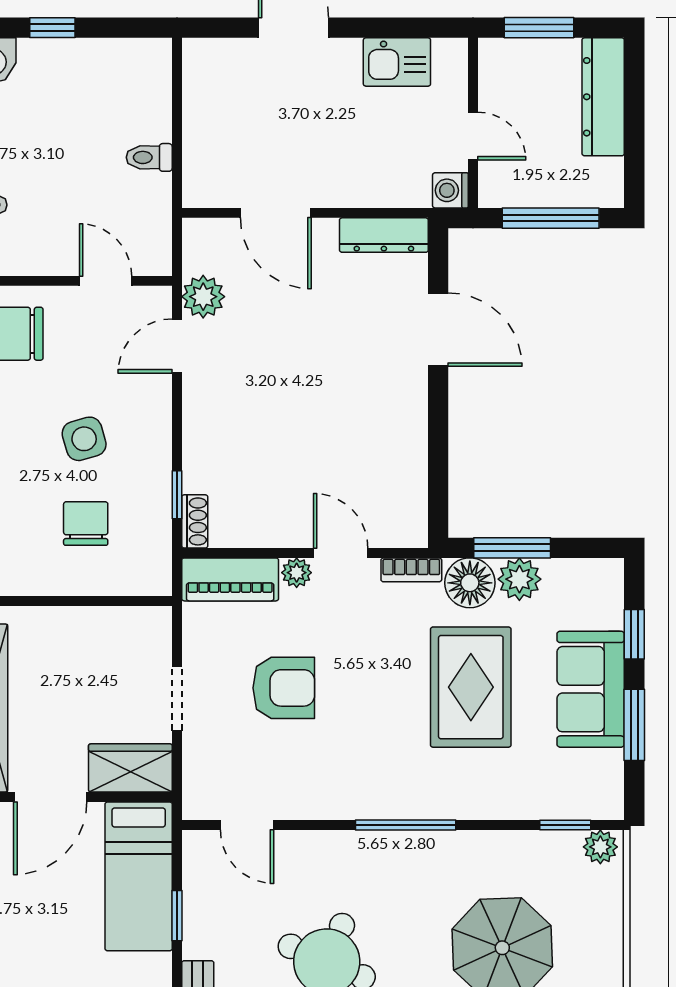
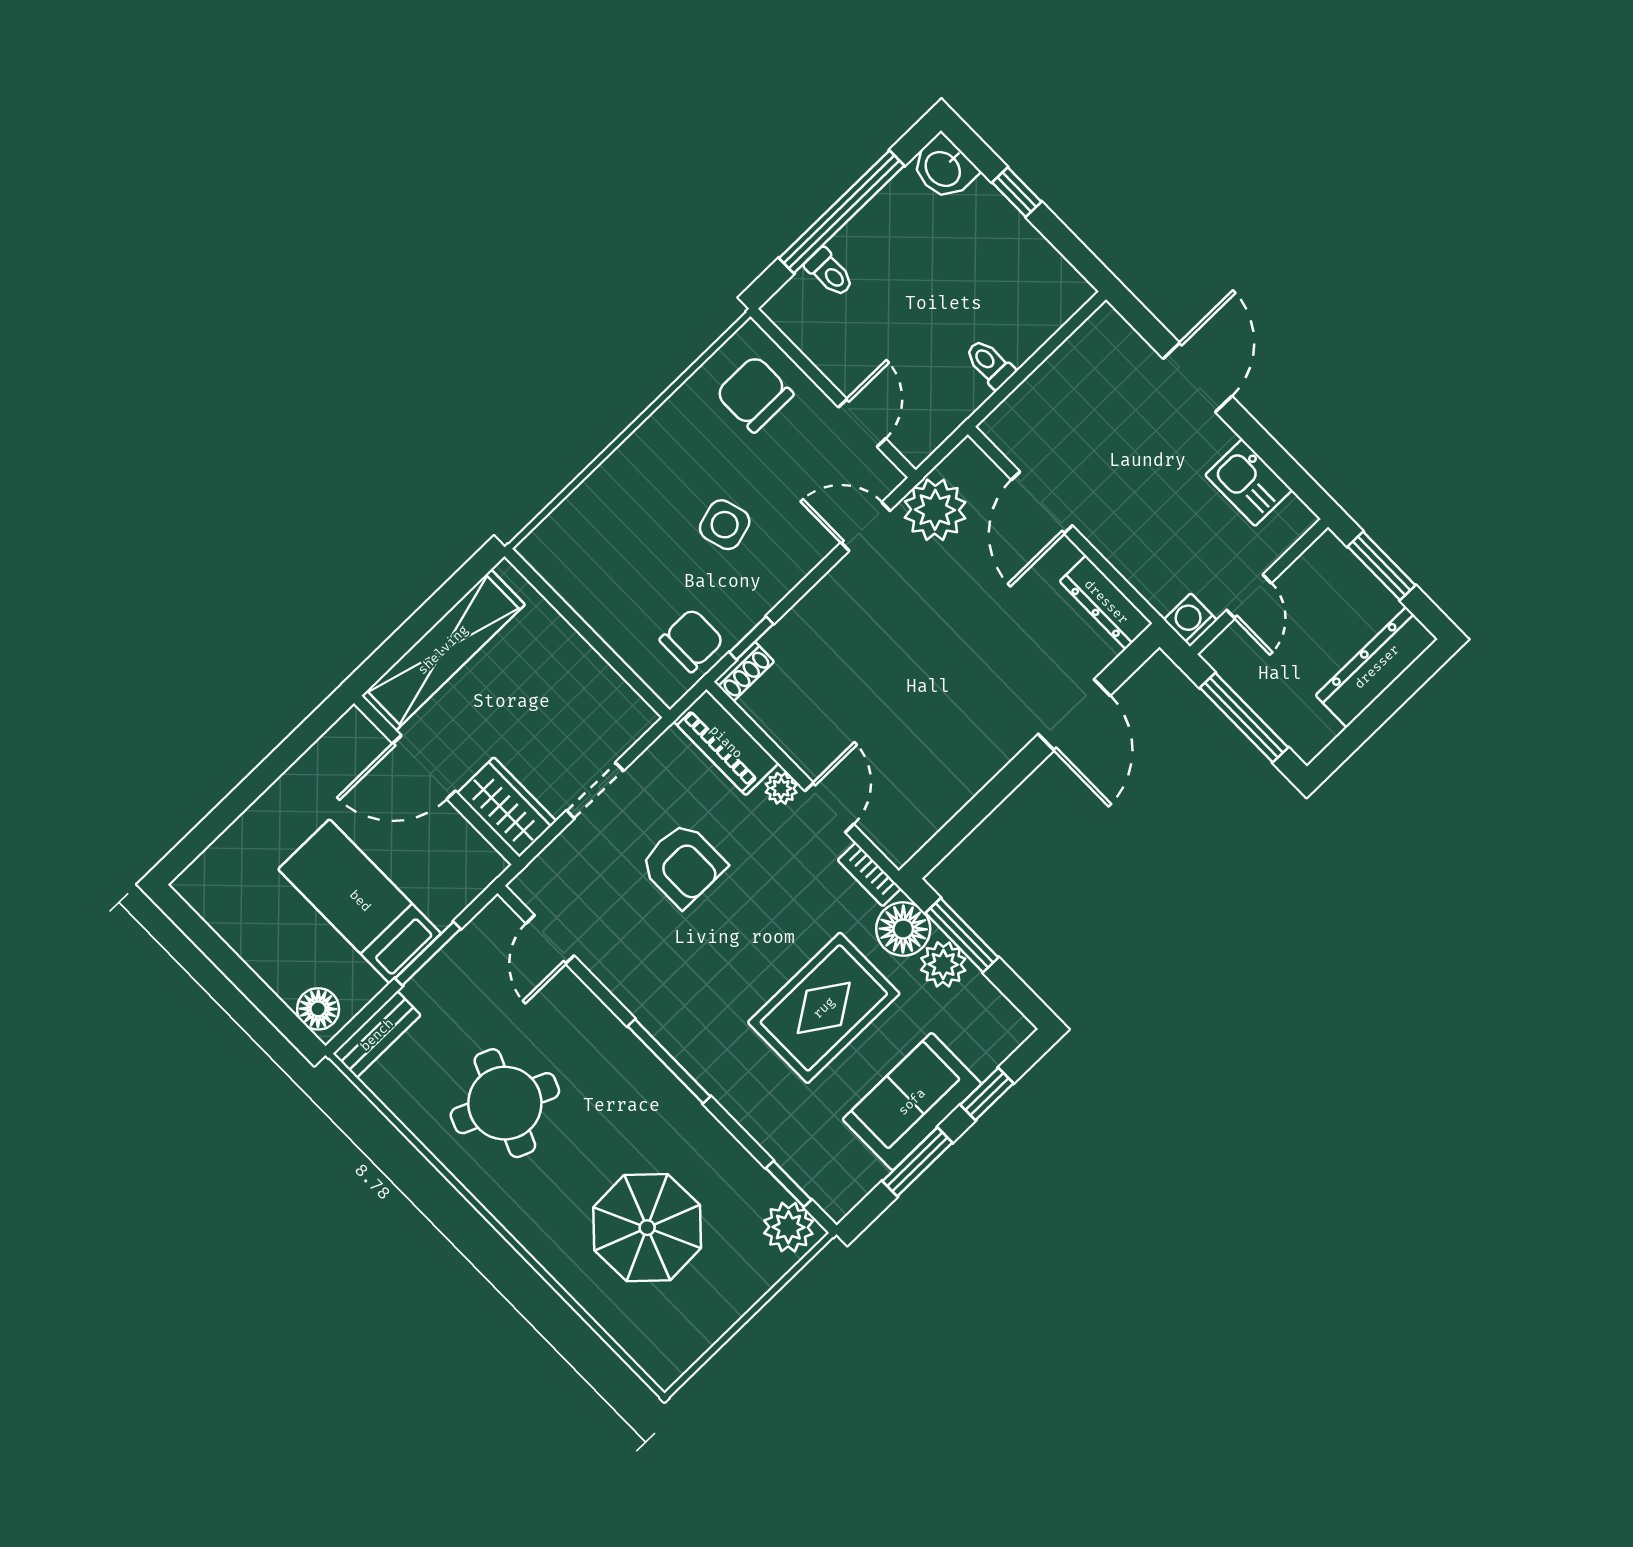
plant: (203, 297) -> (935, 510), width x1.36, depth x1.36
chair: (86, 524) -> (692, 640), moved
plant: (600, 847) -> (788, 1227), width x1.38, depth x1.38
bed: (139, 876) -> (360, 901), moved, turned 90
window: (177, 916) -> (428, 954), width x1.50

